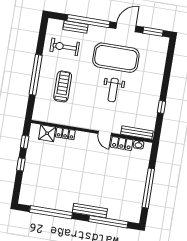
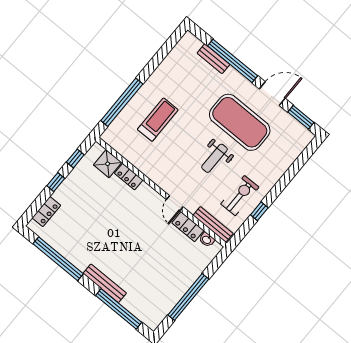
exercise bike: (65, 47) -> (240, 196), moved, turned 90
window: (36, 75) -> (122, 102), moved
locker: (26, 187) -> (46, 212), added

